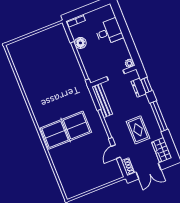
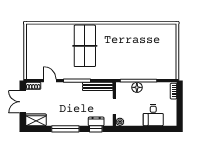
floor lamp: (80, 43) -> (137, 87), moved
rug: (138, 130) -> (61, 107), removed

